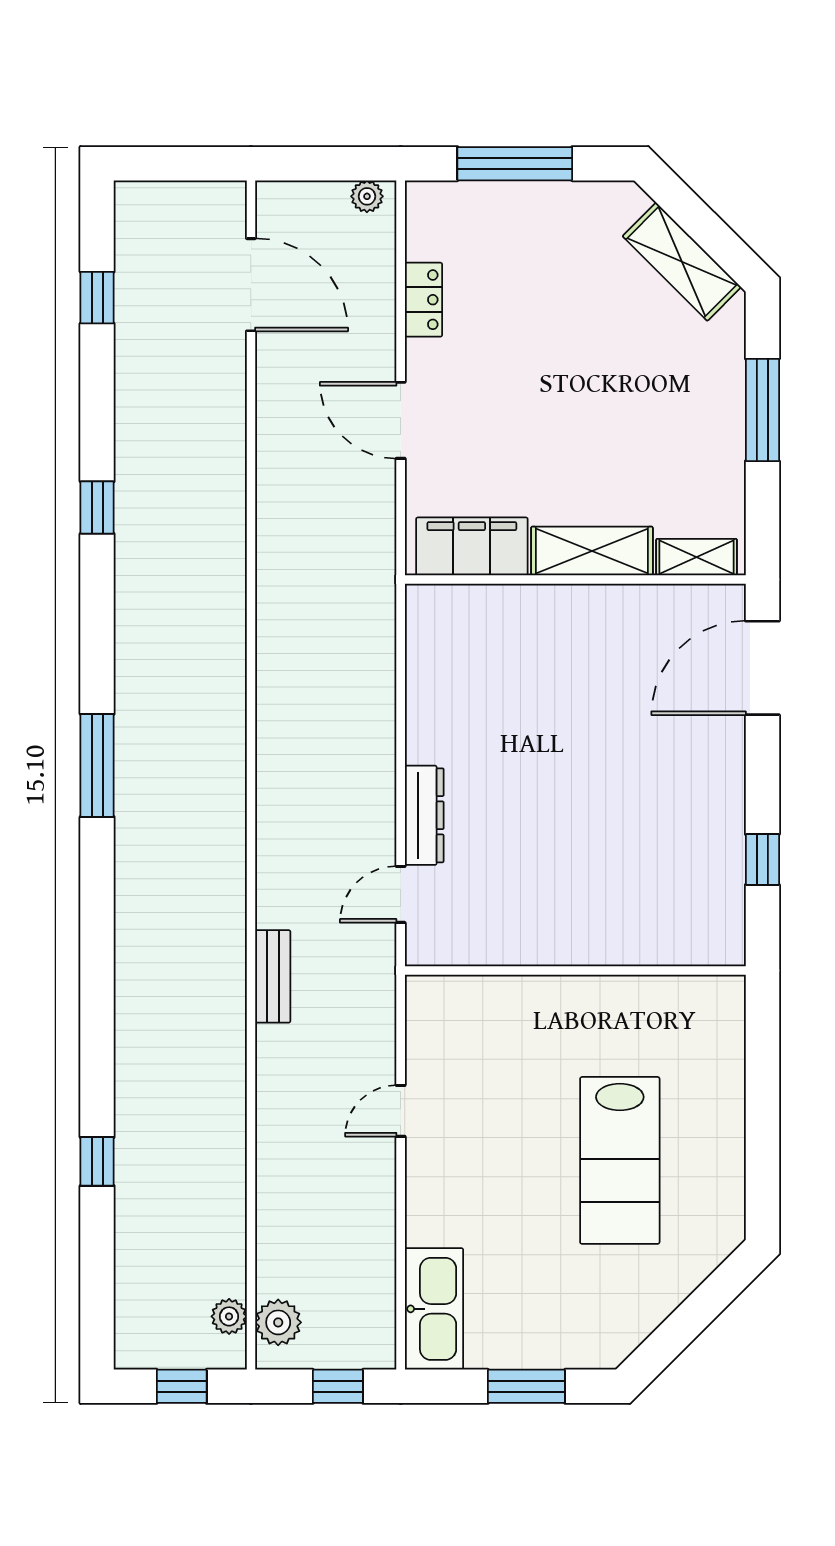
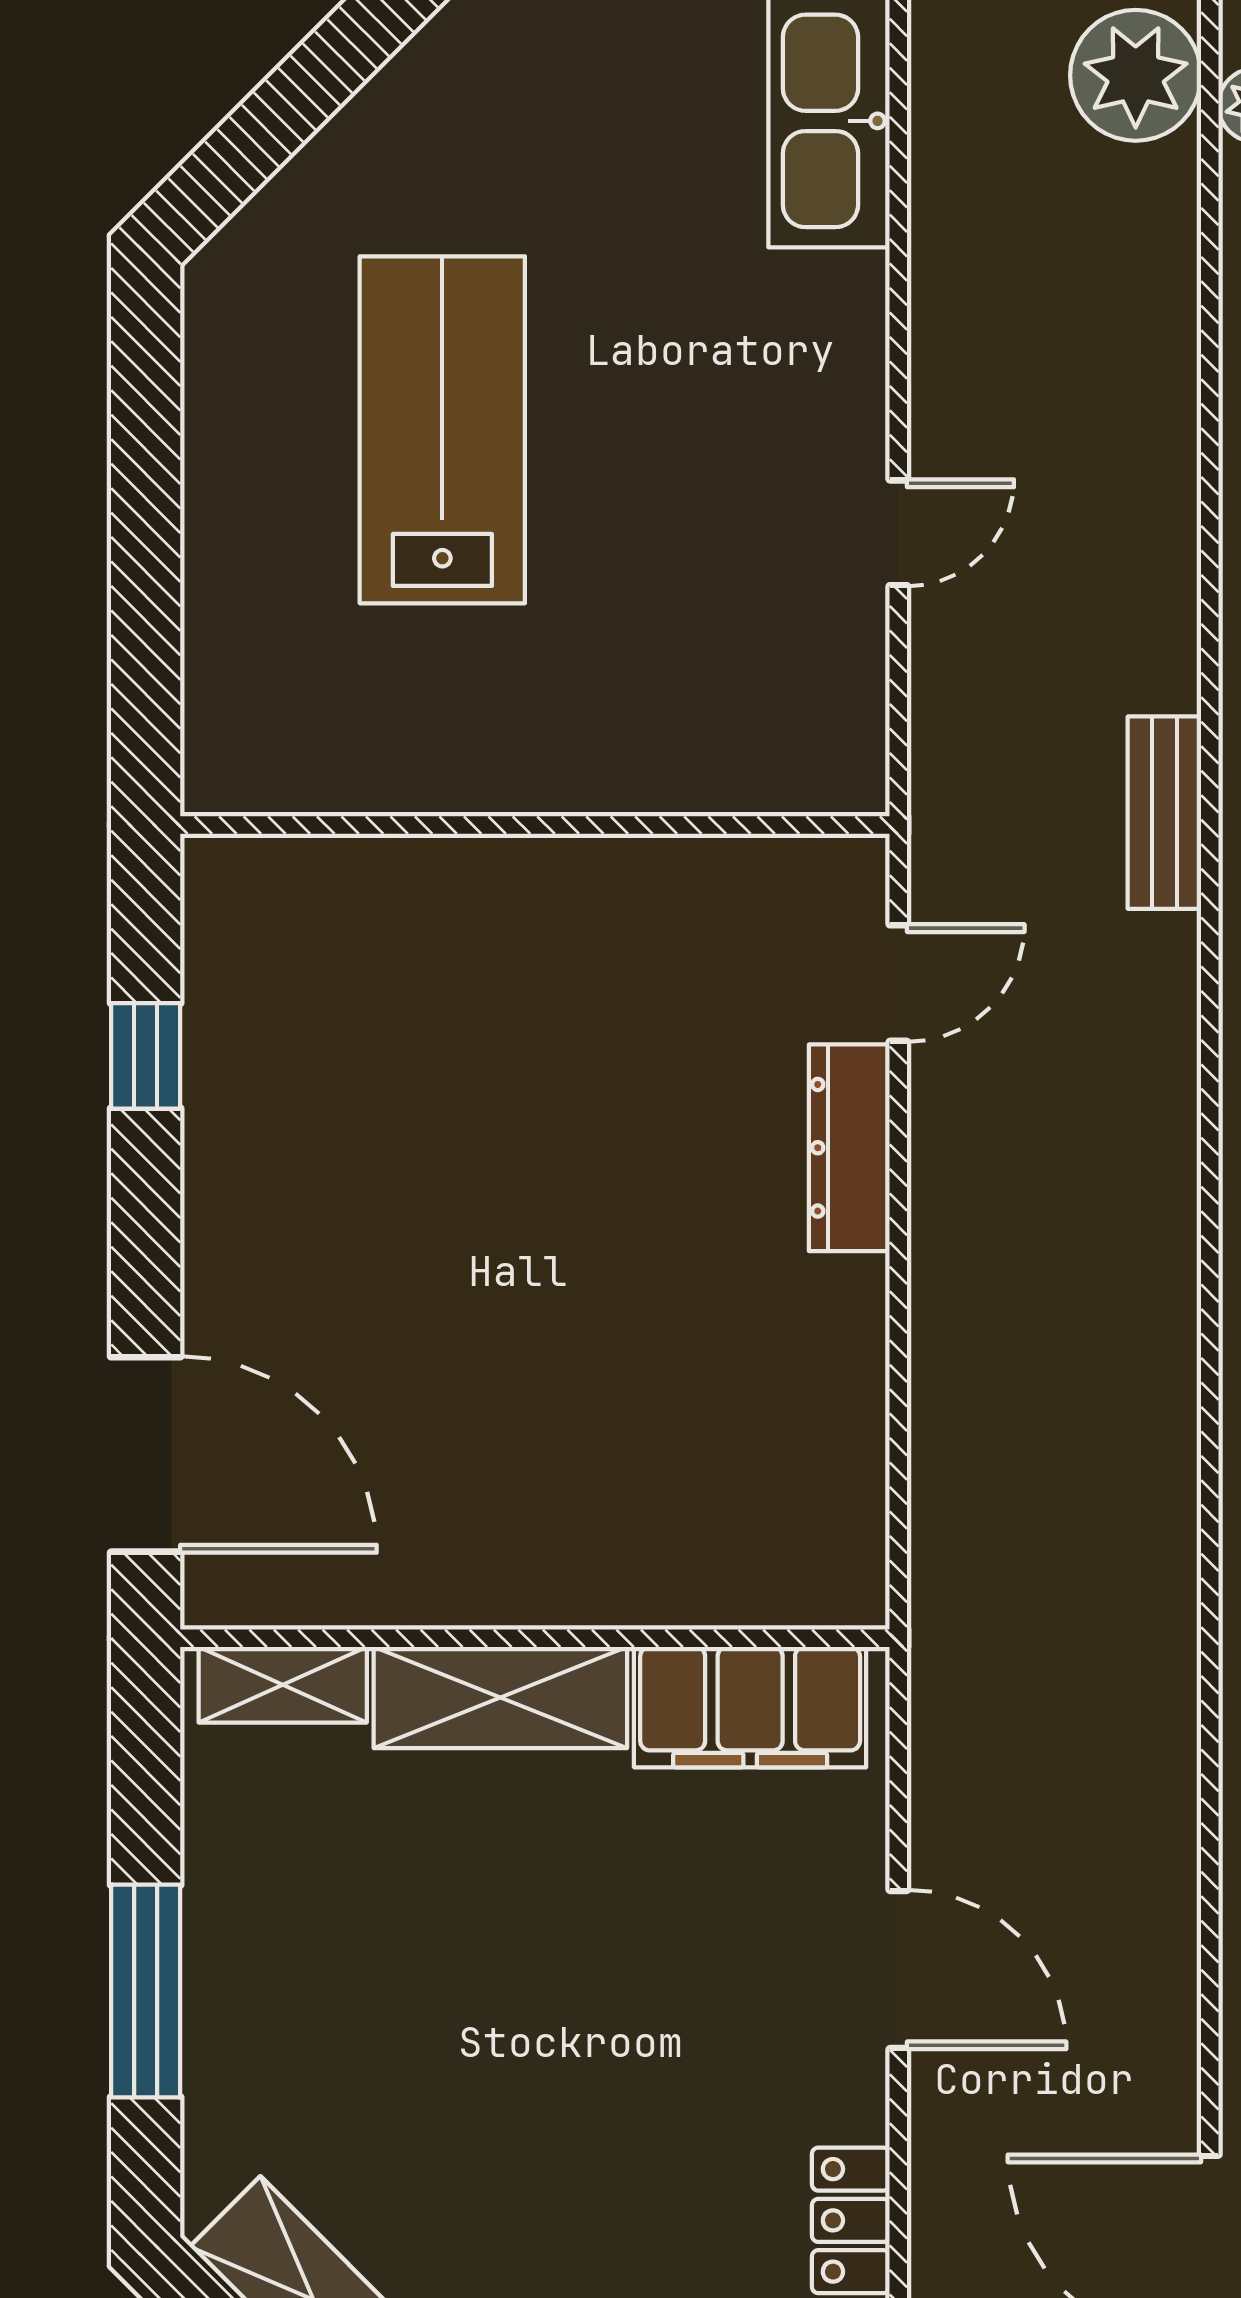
door: (762, 668) -> (146, 1454), hinge flipped
plant: (278, 1322) -> (1136, 75), width x1.36, depth x1.36

